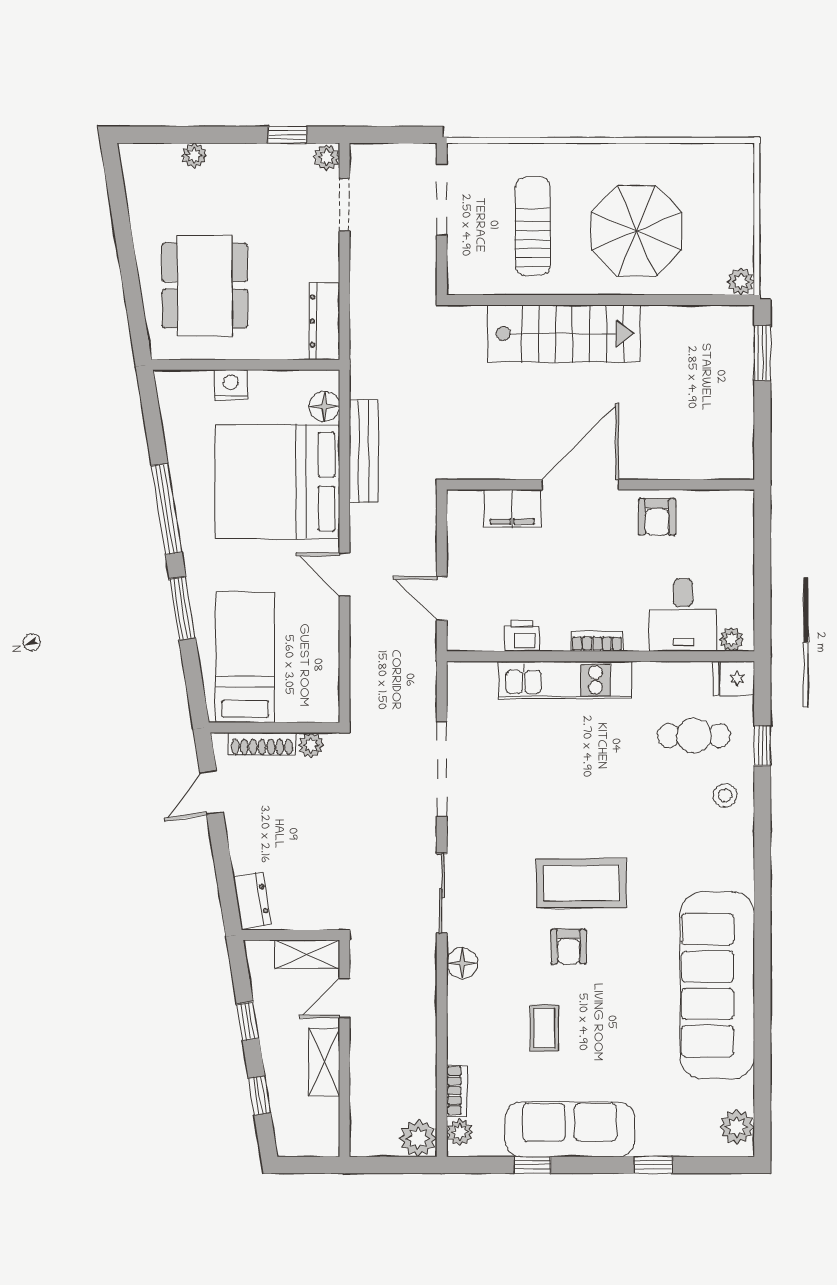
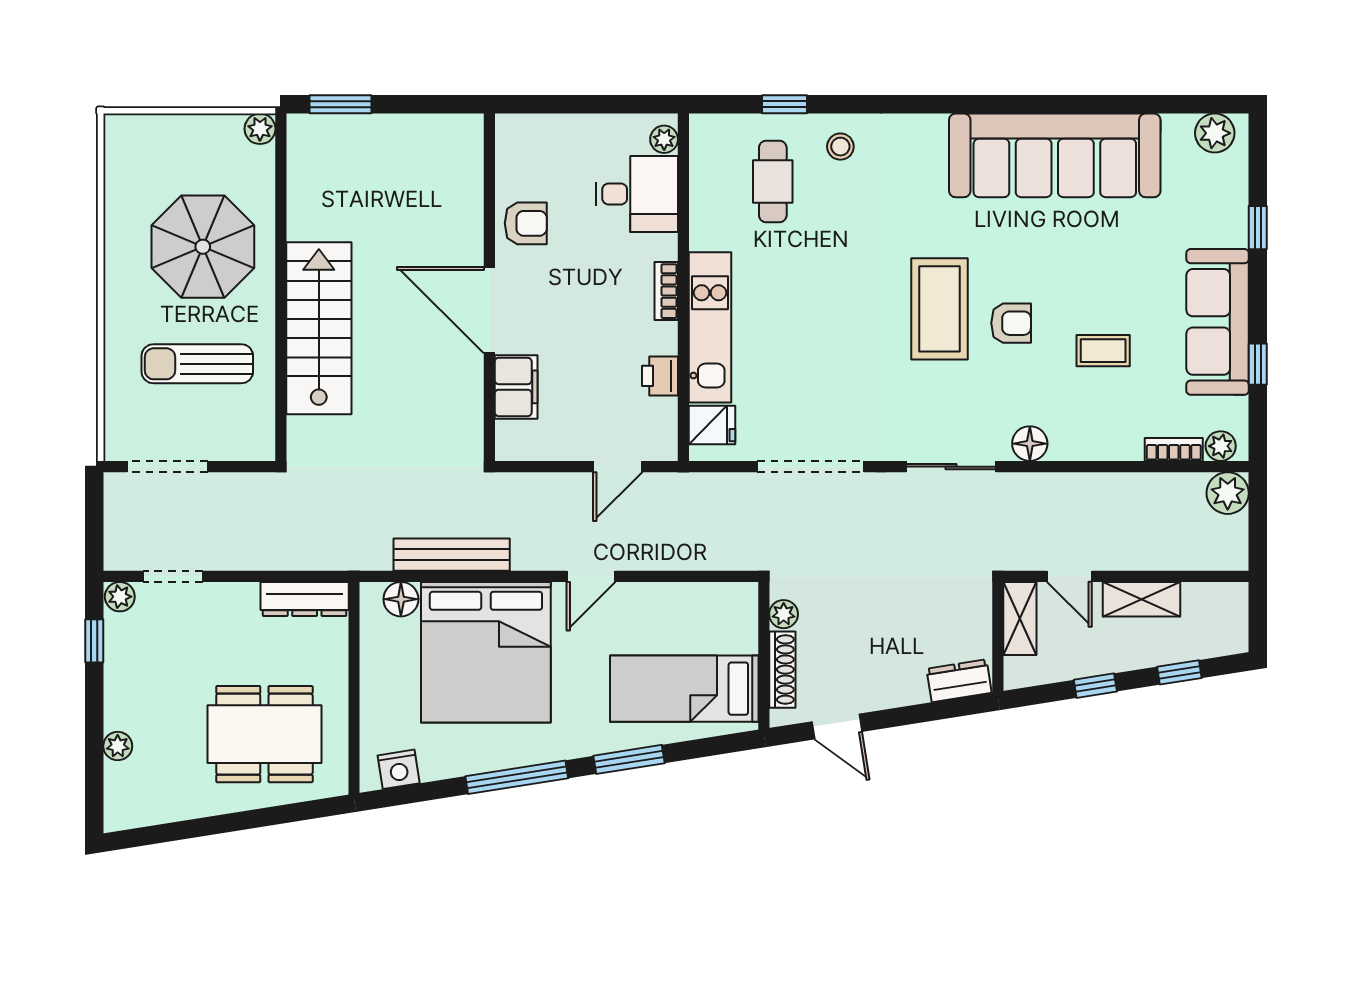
nightstand: (231, 385) -> (399, 769), moved, turned -99
fridge: (734, 678) -> (712, 425), moved, turned -90

